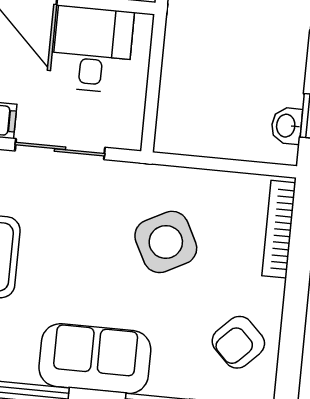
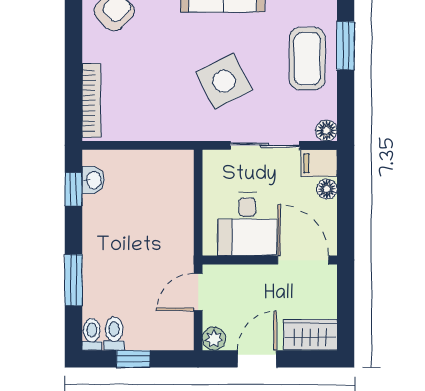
side table: (166, 242) -> (224, 81), moved

